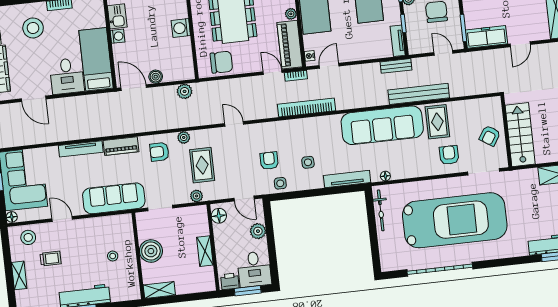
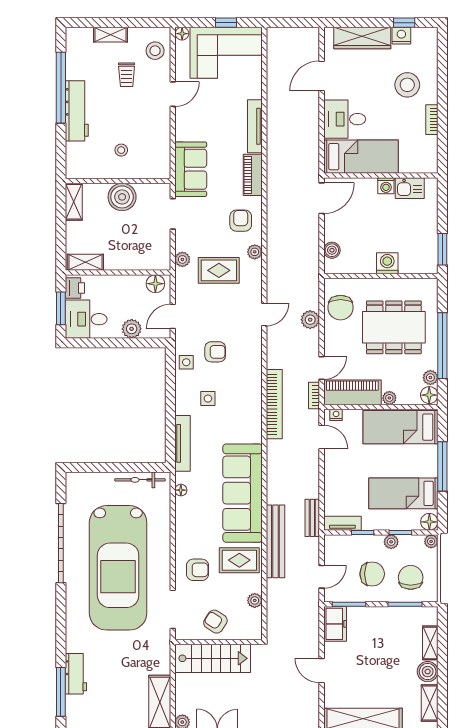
freezer: (486, 37) -> (335, 624), width x0.71
boiler: (156, 77) -> (332, 250), moved
plant: (185, 91) -> (310, 320), moved
plant: (469, 105) -> (255, 600), added
sofa: (114, 198) -> (191, 169), width x0.73
shelving: (205, 251) -> (85, 262), moved

